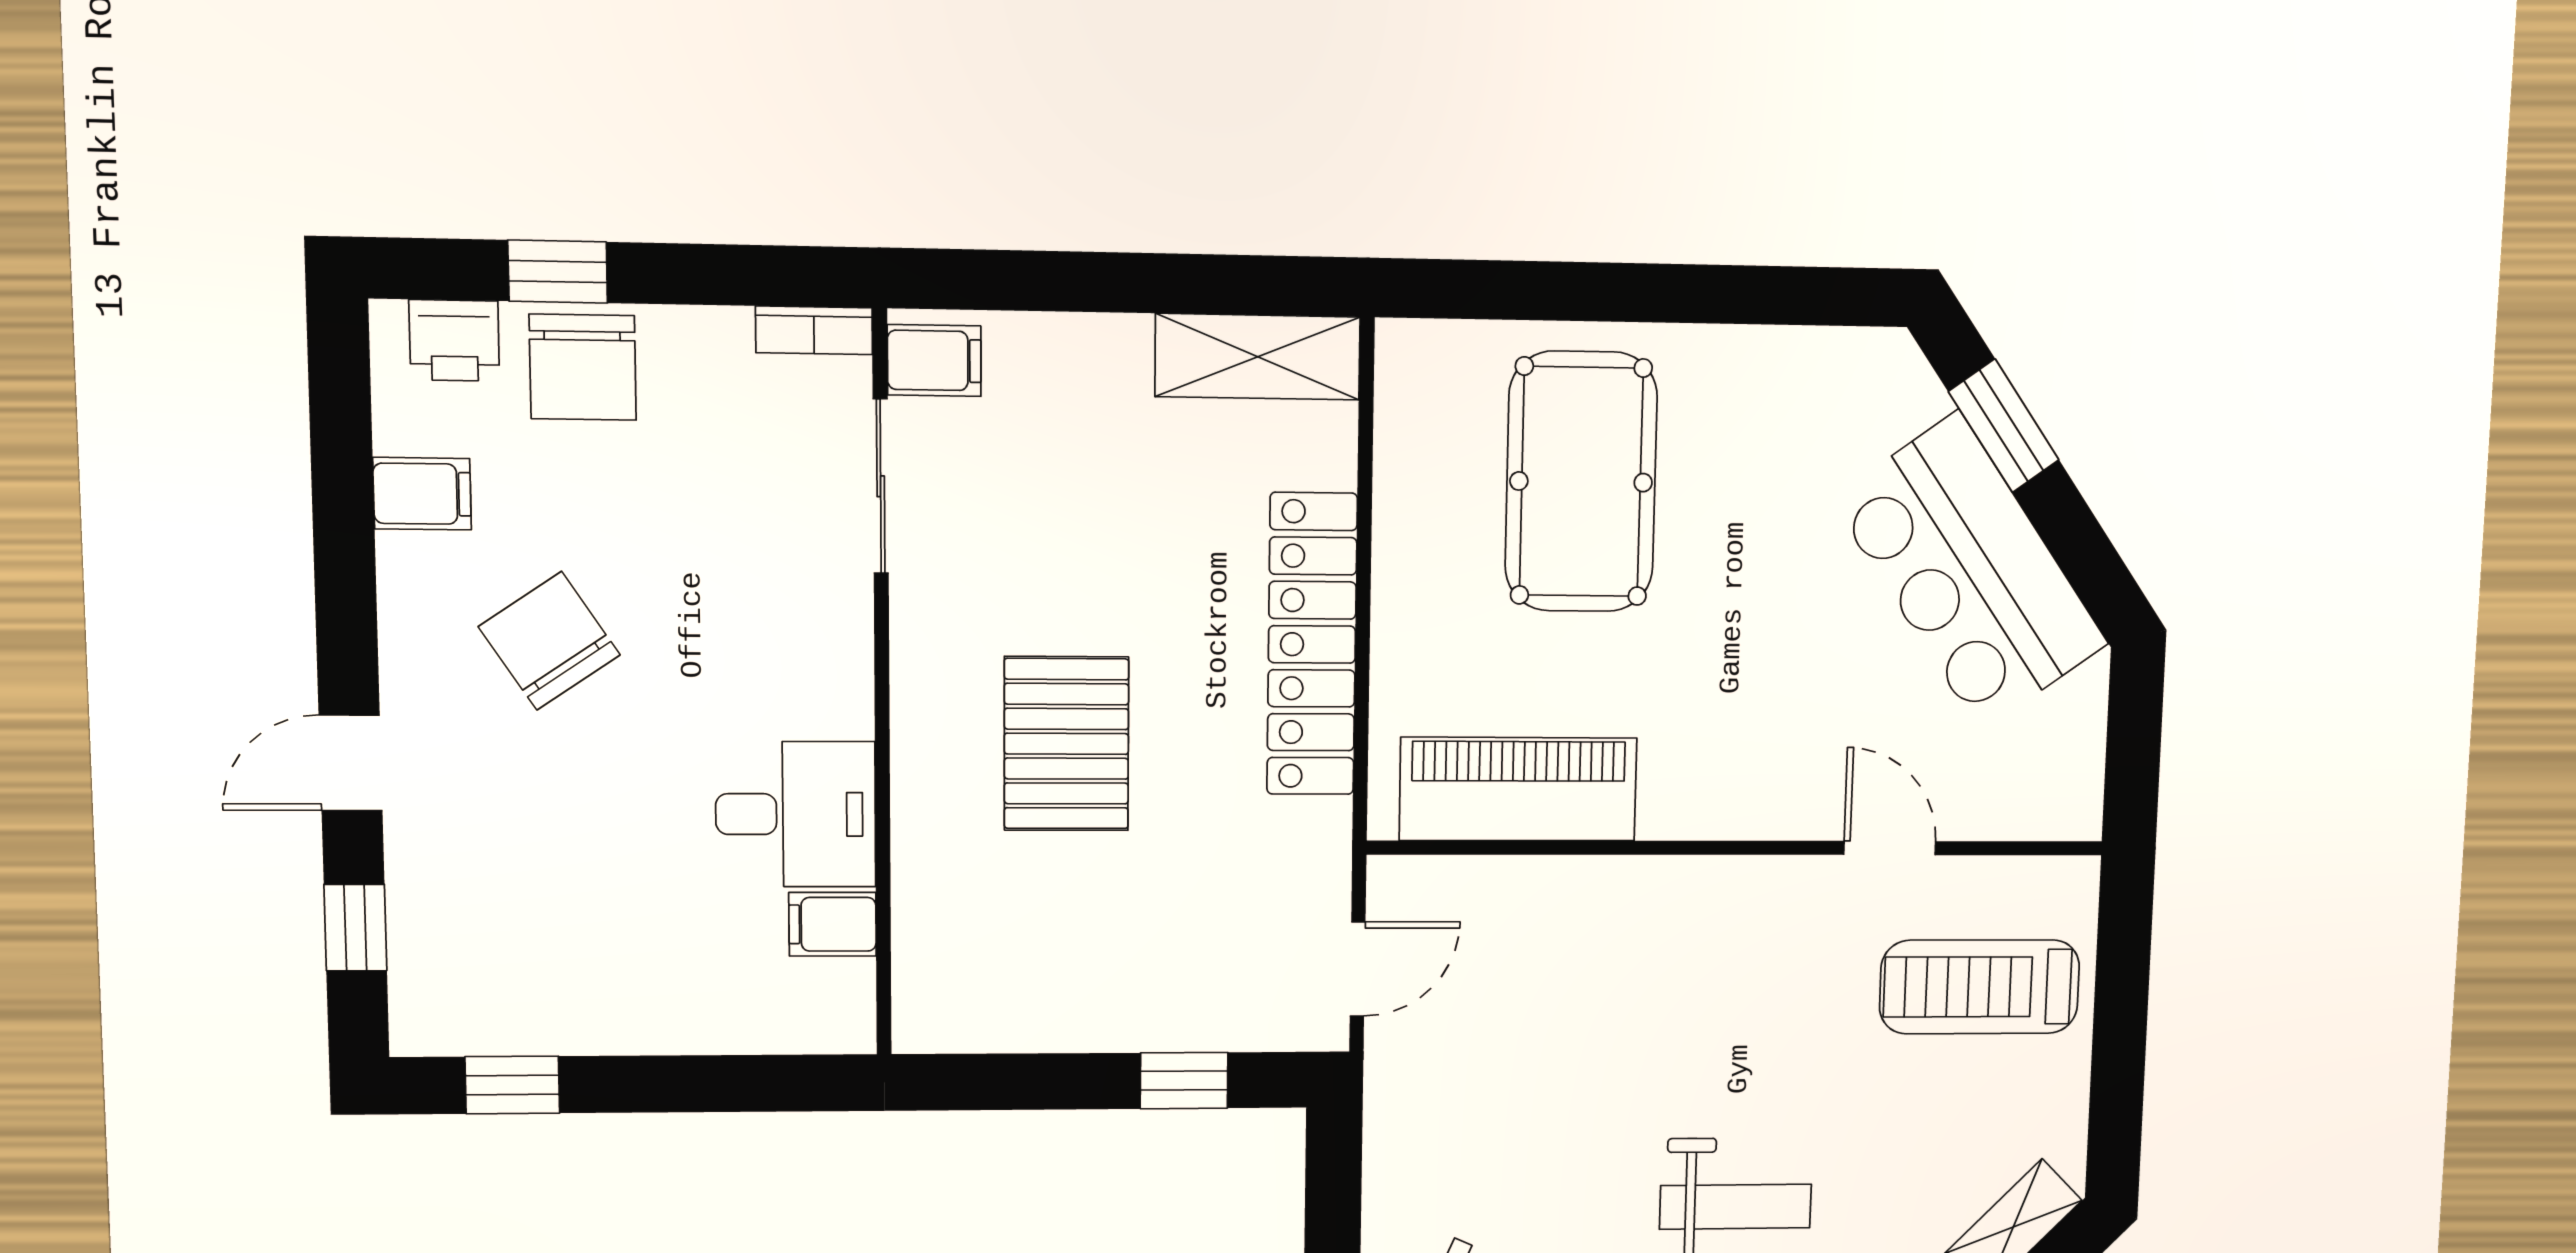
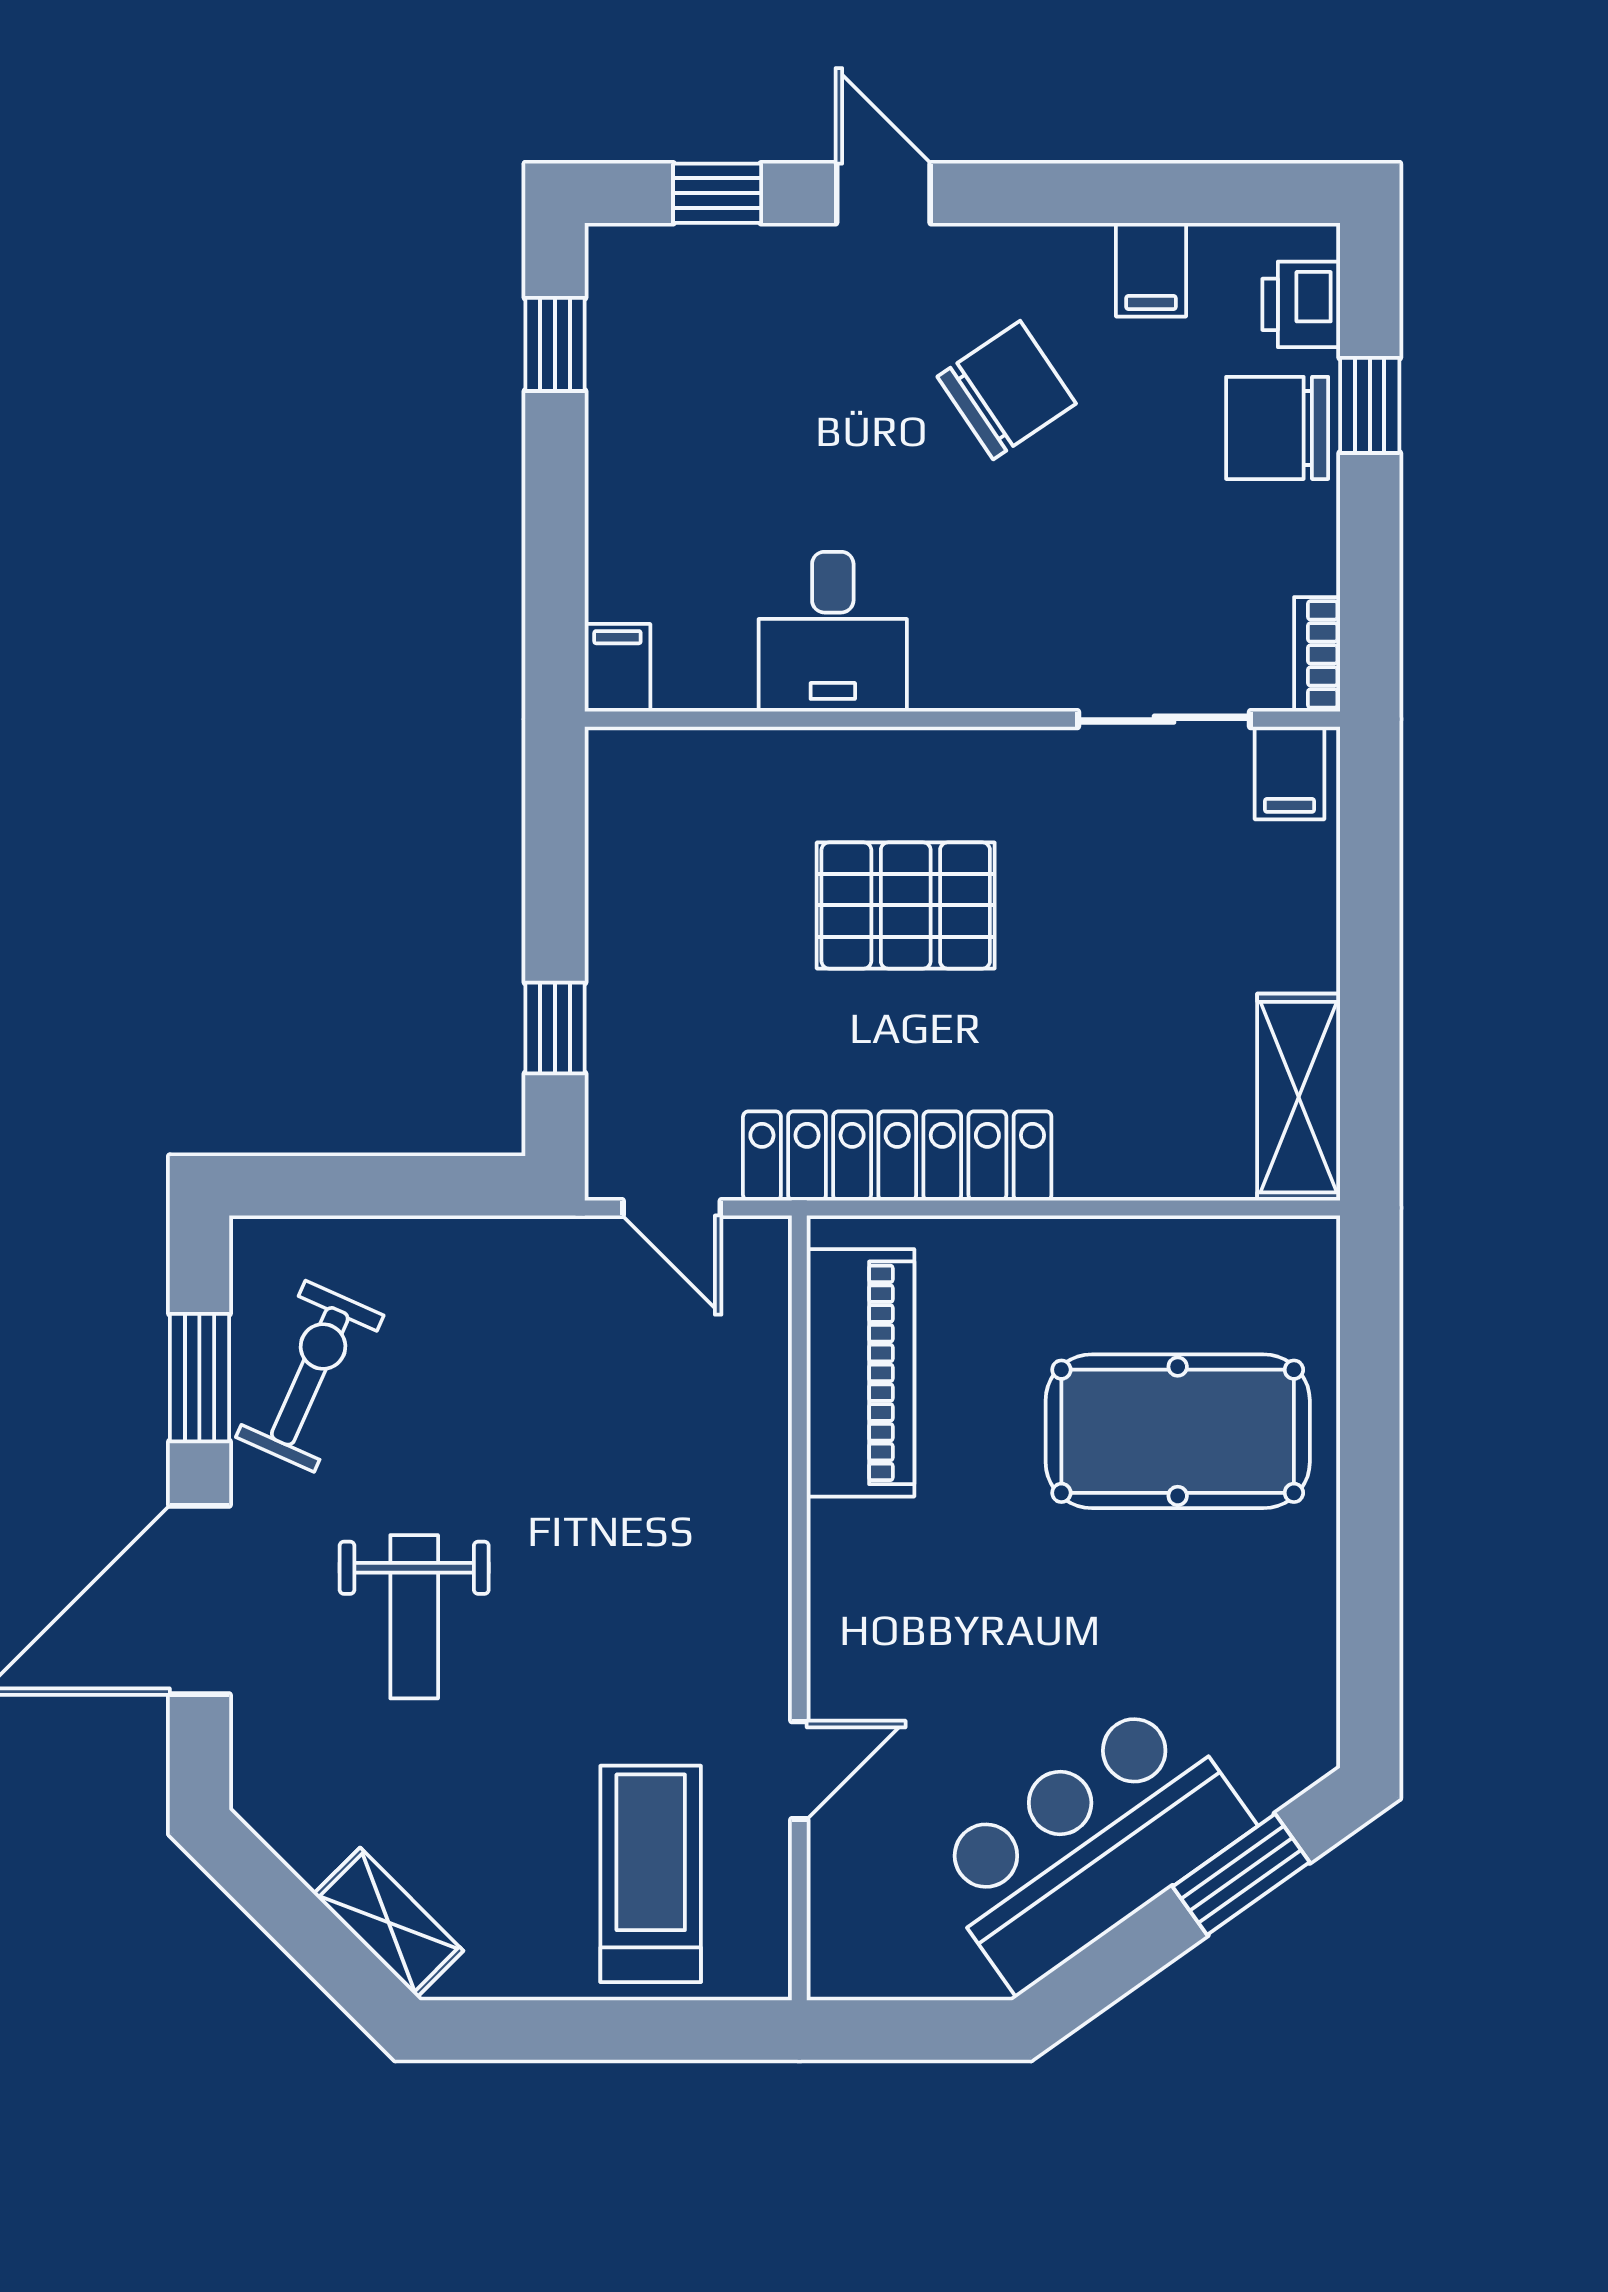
locker: (1312, 644) -> (897, 1156), moved
filing cabinet: (833, 924) -> (617, 668), moved

